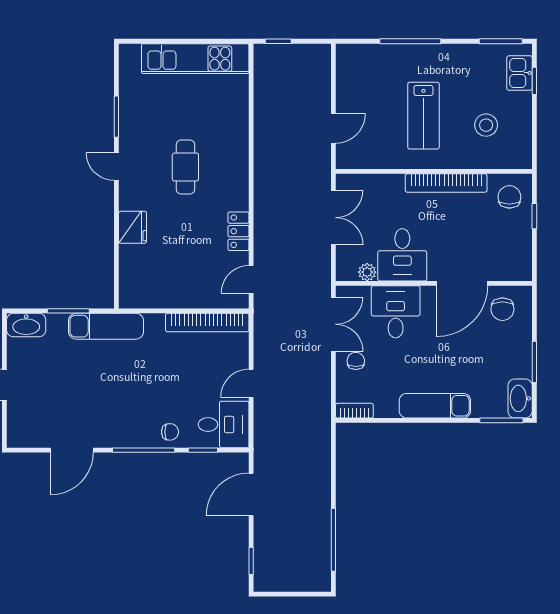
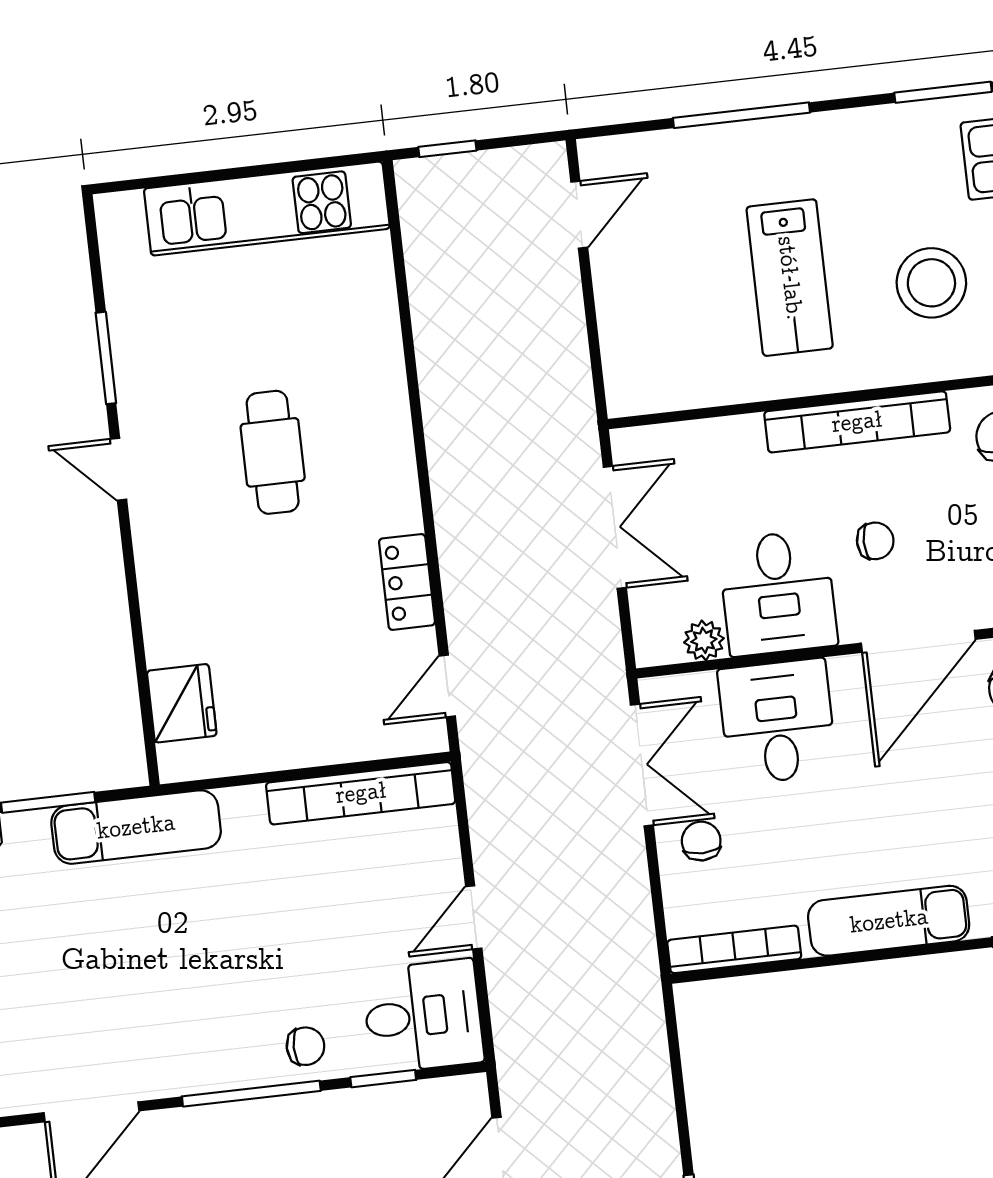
stool: (486, 125) -> (931, 283), width x1.38, depth x1.38
door: (333, 128) -> (579, 215), moved
fridge: (133, 227) -> (182, 703), moved
chair: (448, 237) -> (875, 541), added
bookcase: (354, 411) -> (734, 949), width x1.56

